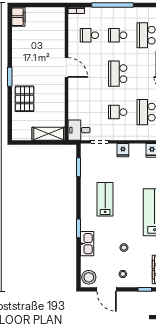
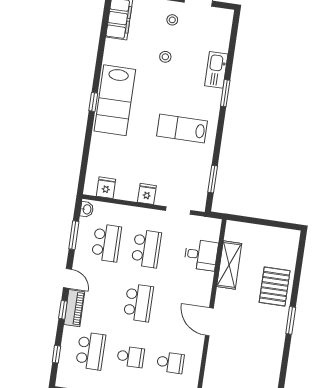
school desk: (118, 112) -> (146, 249), width x1.85
desk: (79, 130) -> (201, 255), moved
shelving: (49, 134) -> (229, 265), moved, turned 90
lab bench: (105, 199) -> (182, 129), turned 90
stool: (89, 277) -> (221, 22), removed

